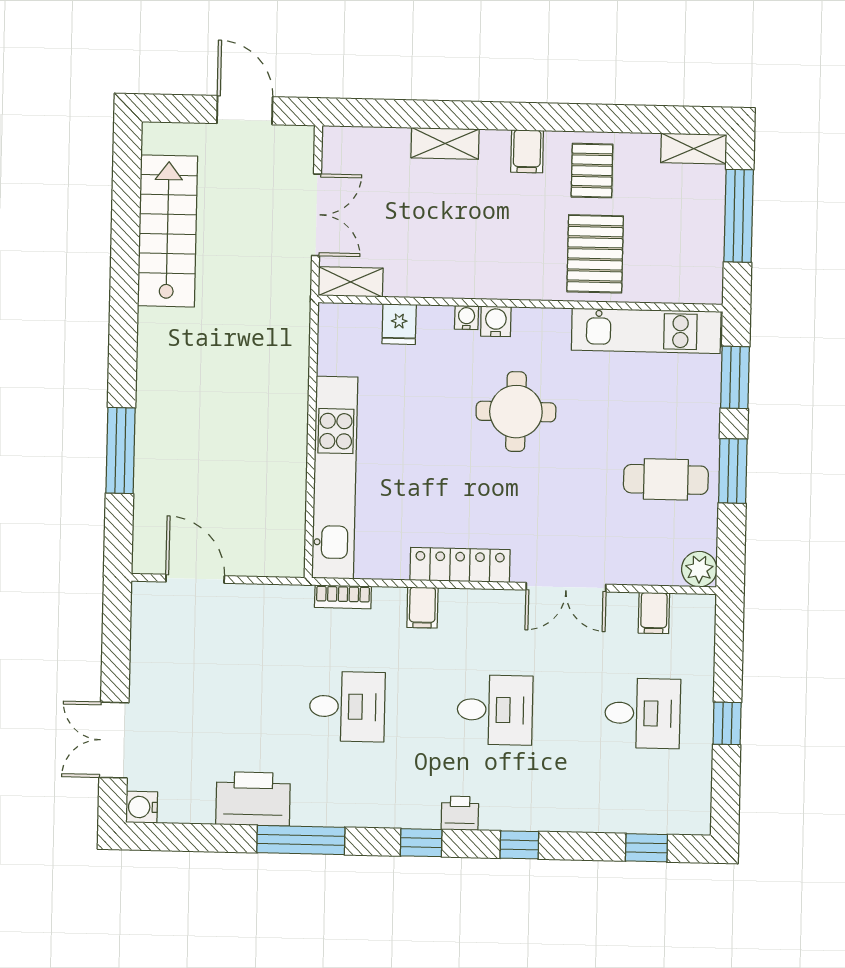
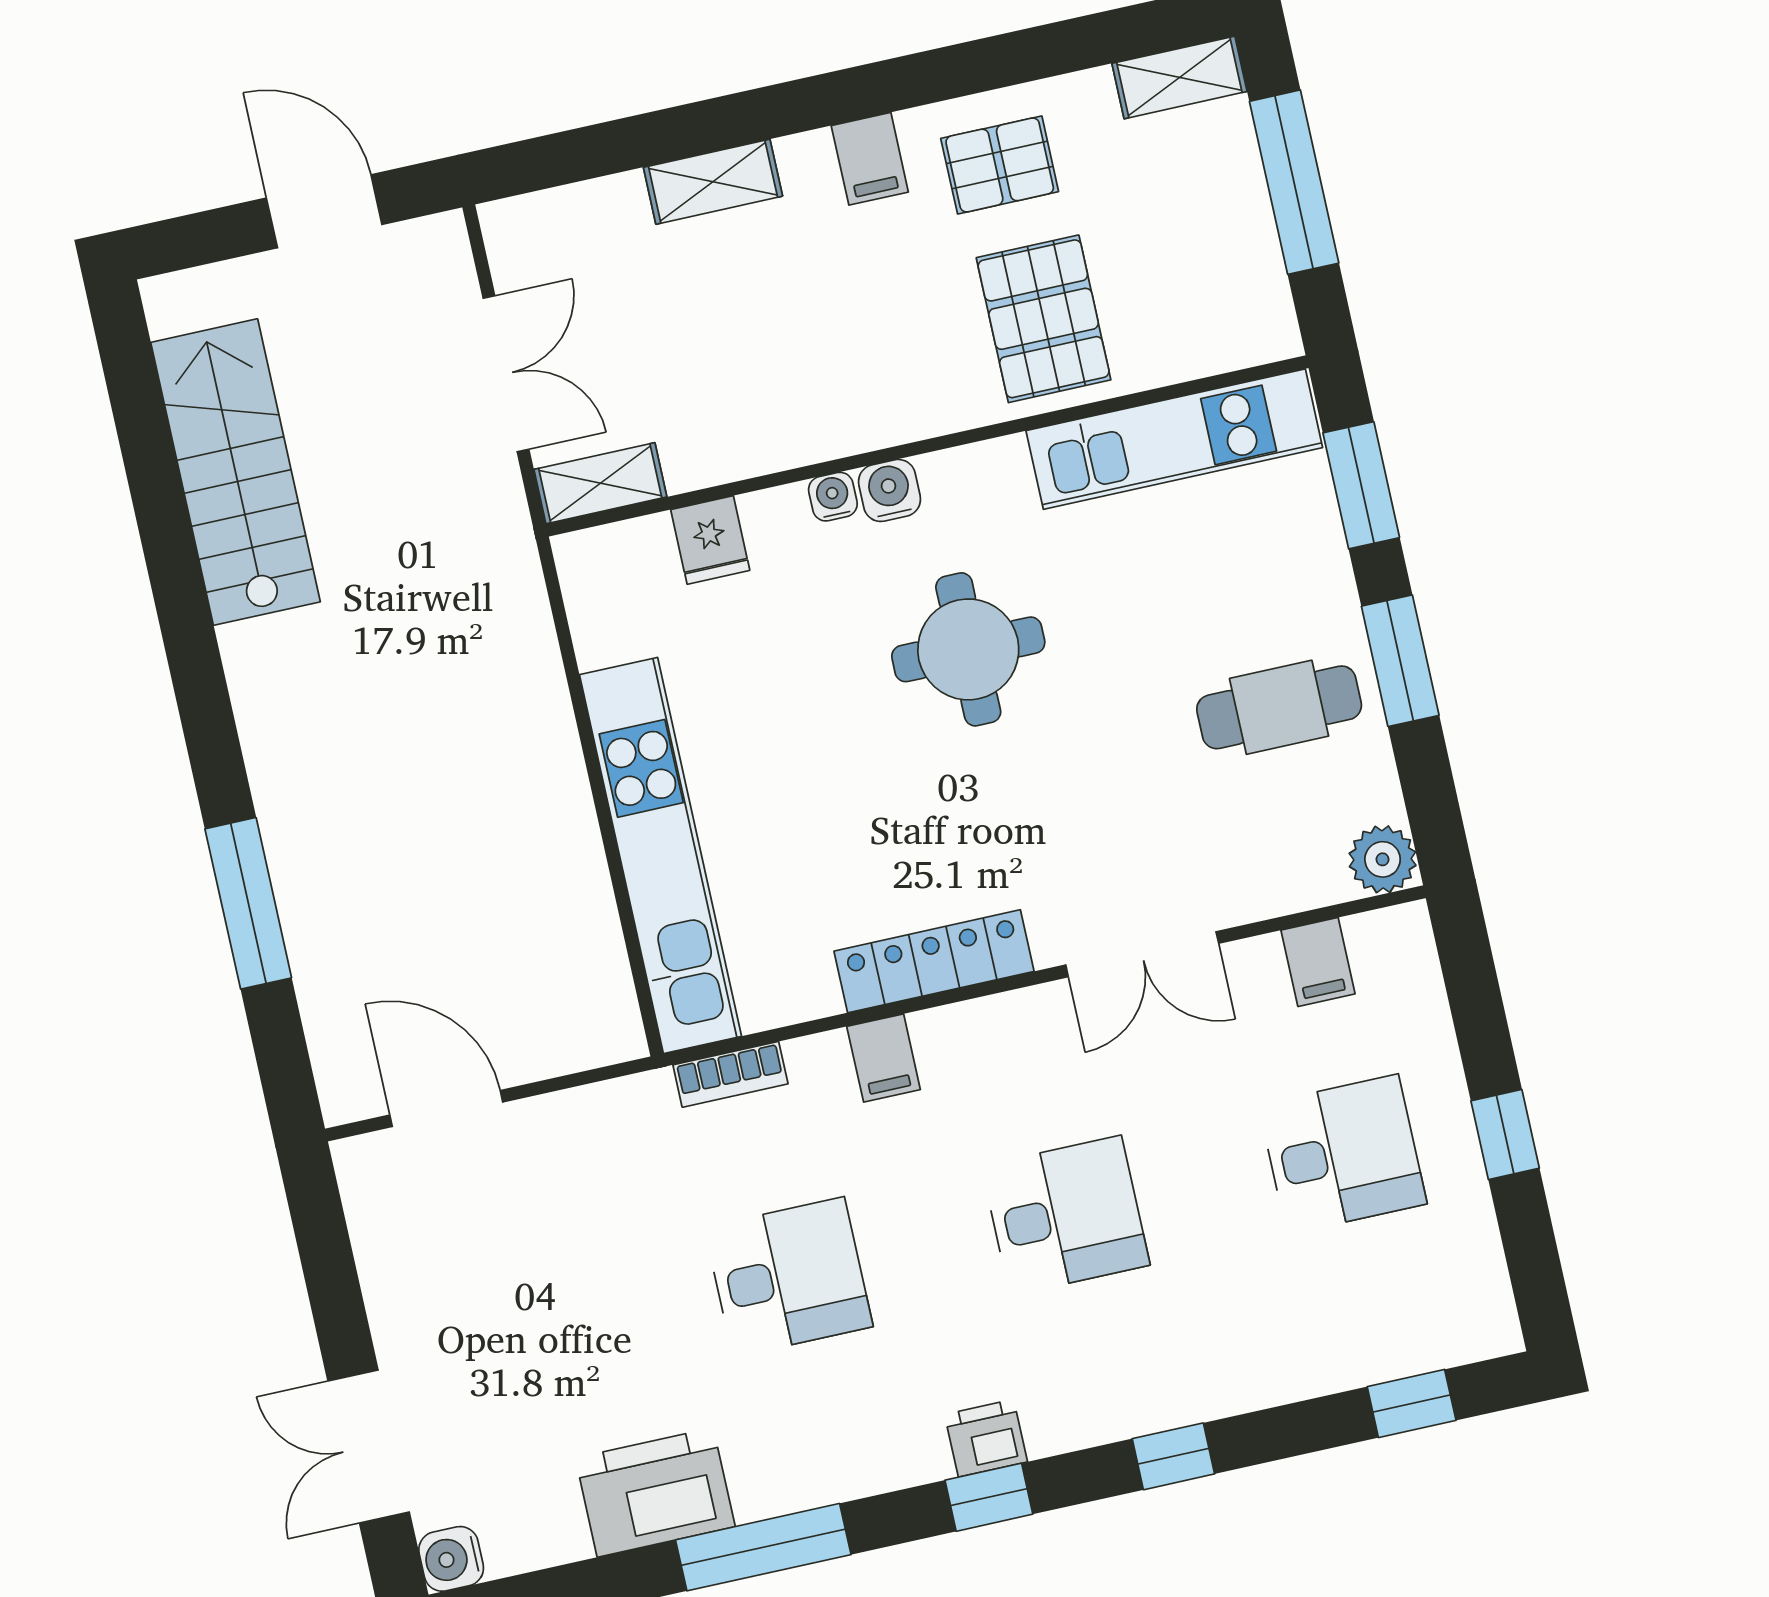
pallet: (592, 171) -> (1000, 165), turned 90
printer: (460, 813) -> (986, 1438), moved

